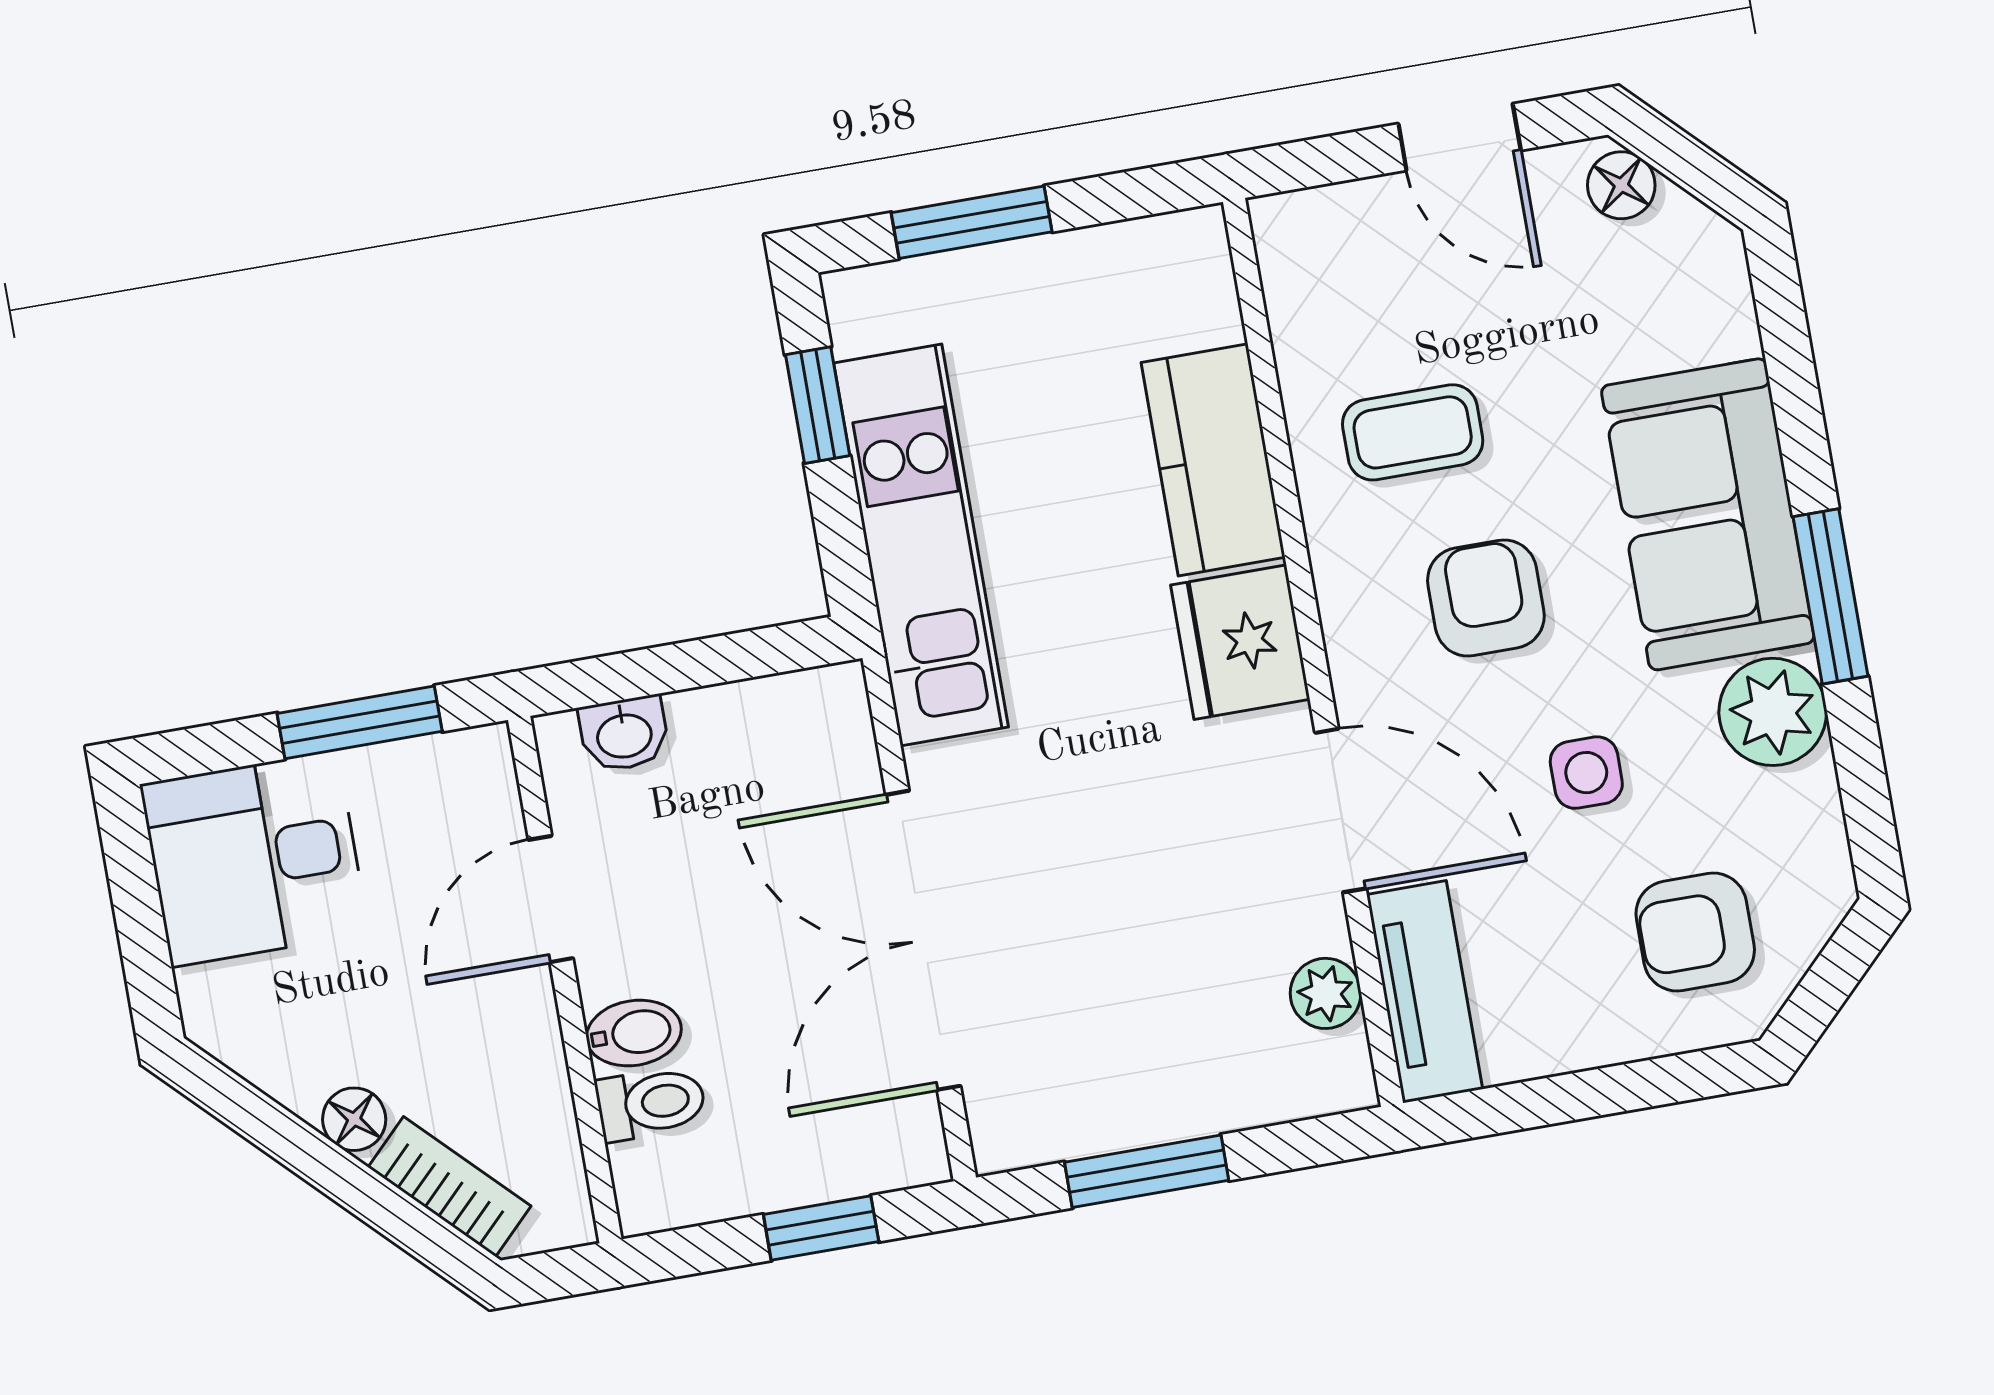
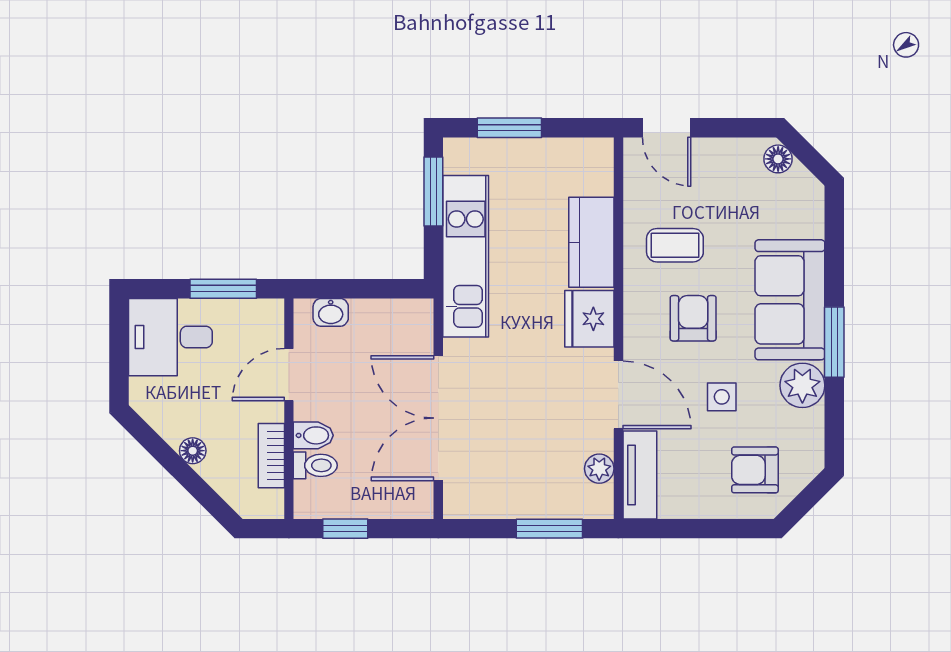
door: (1460, 137) -> (667, 128), moved
window: (818, 405) -> (433, 192), width x1.50
window: (1147, 1171) -> (549, 529), moved
bookcase: (449, 1187) -> (271, 456), moved, turned -135
window: (821, 1228) -> (345, 529), moved

